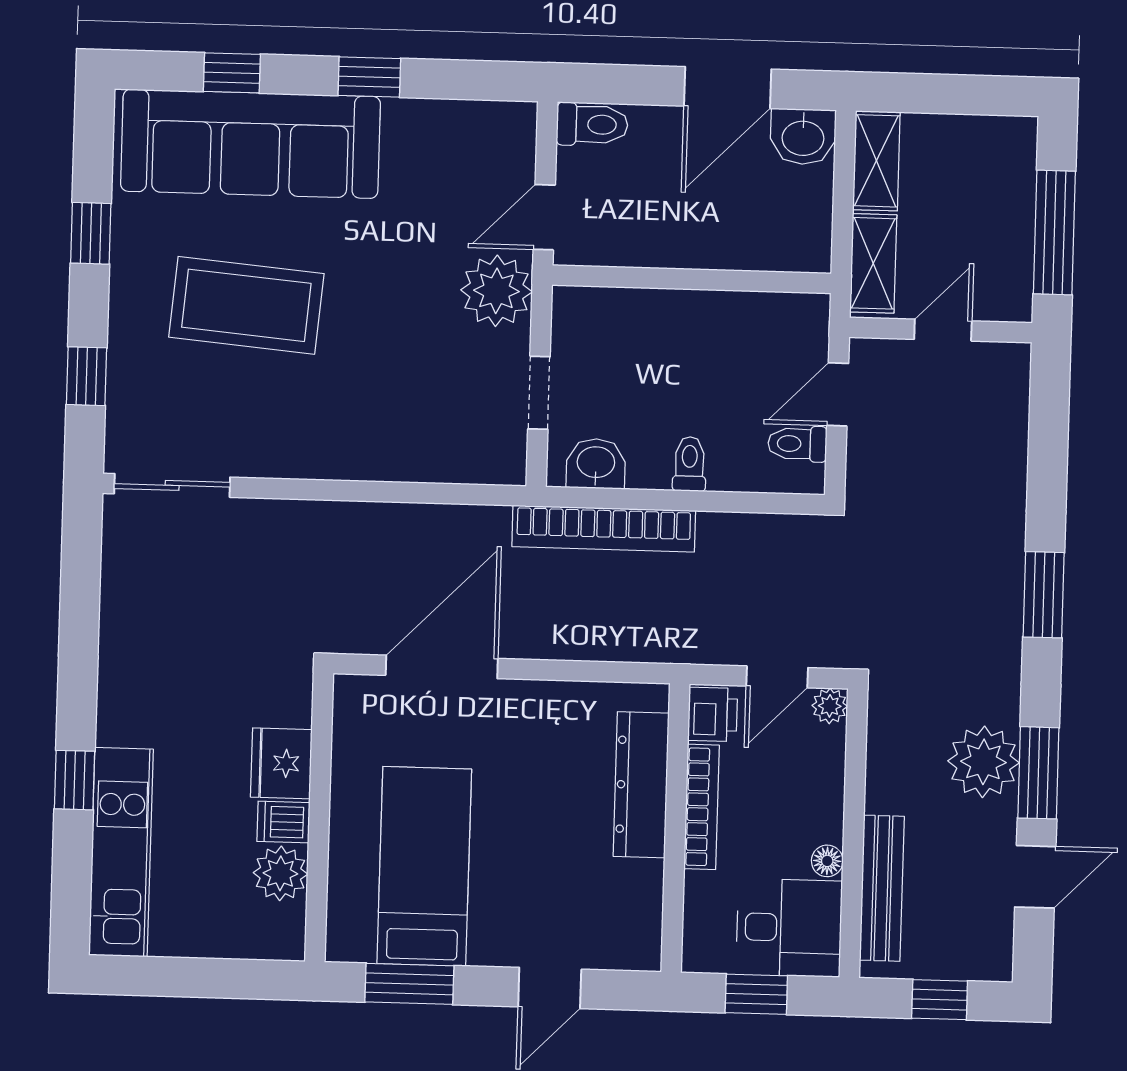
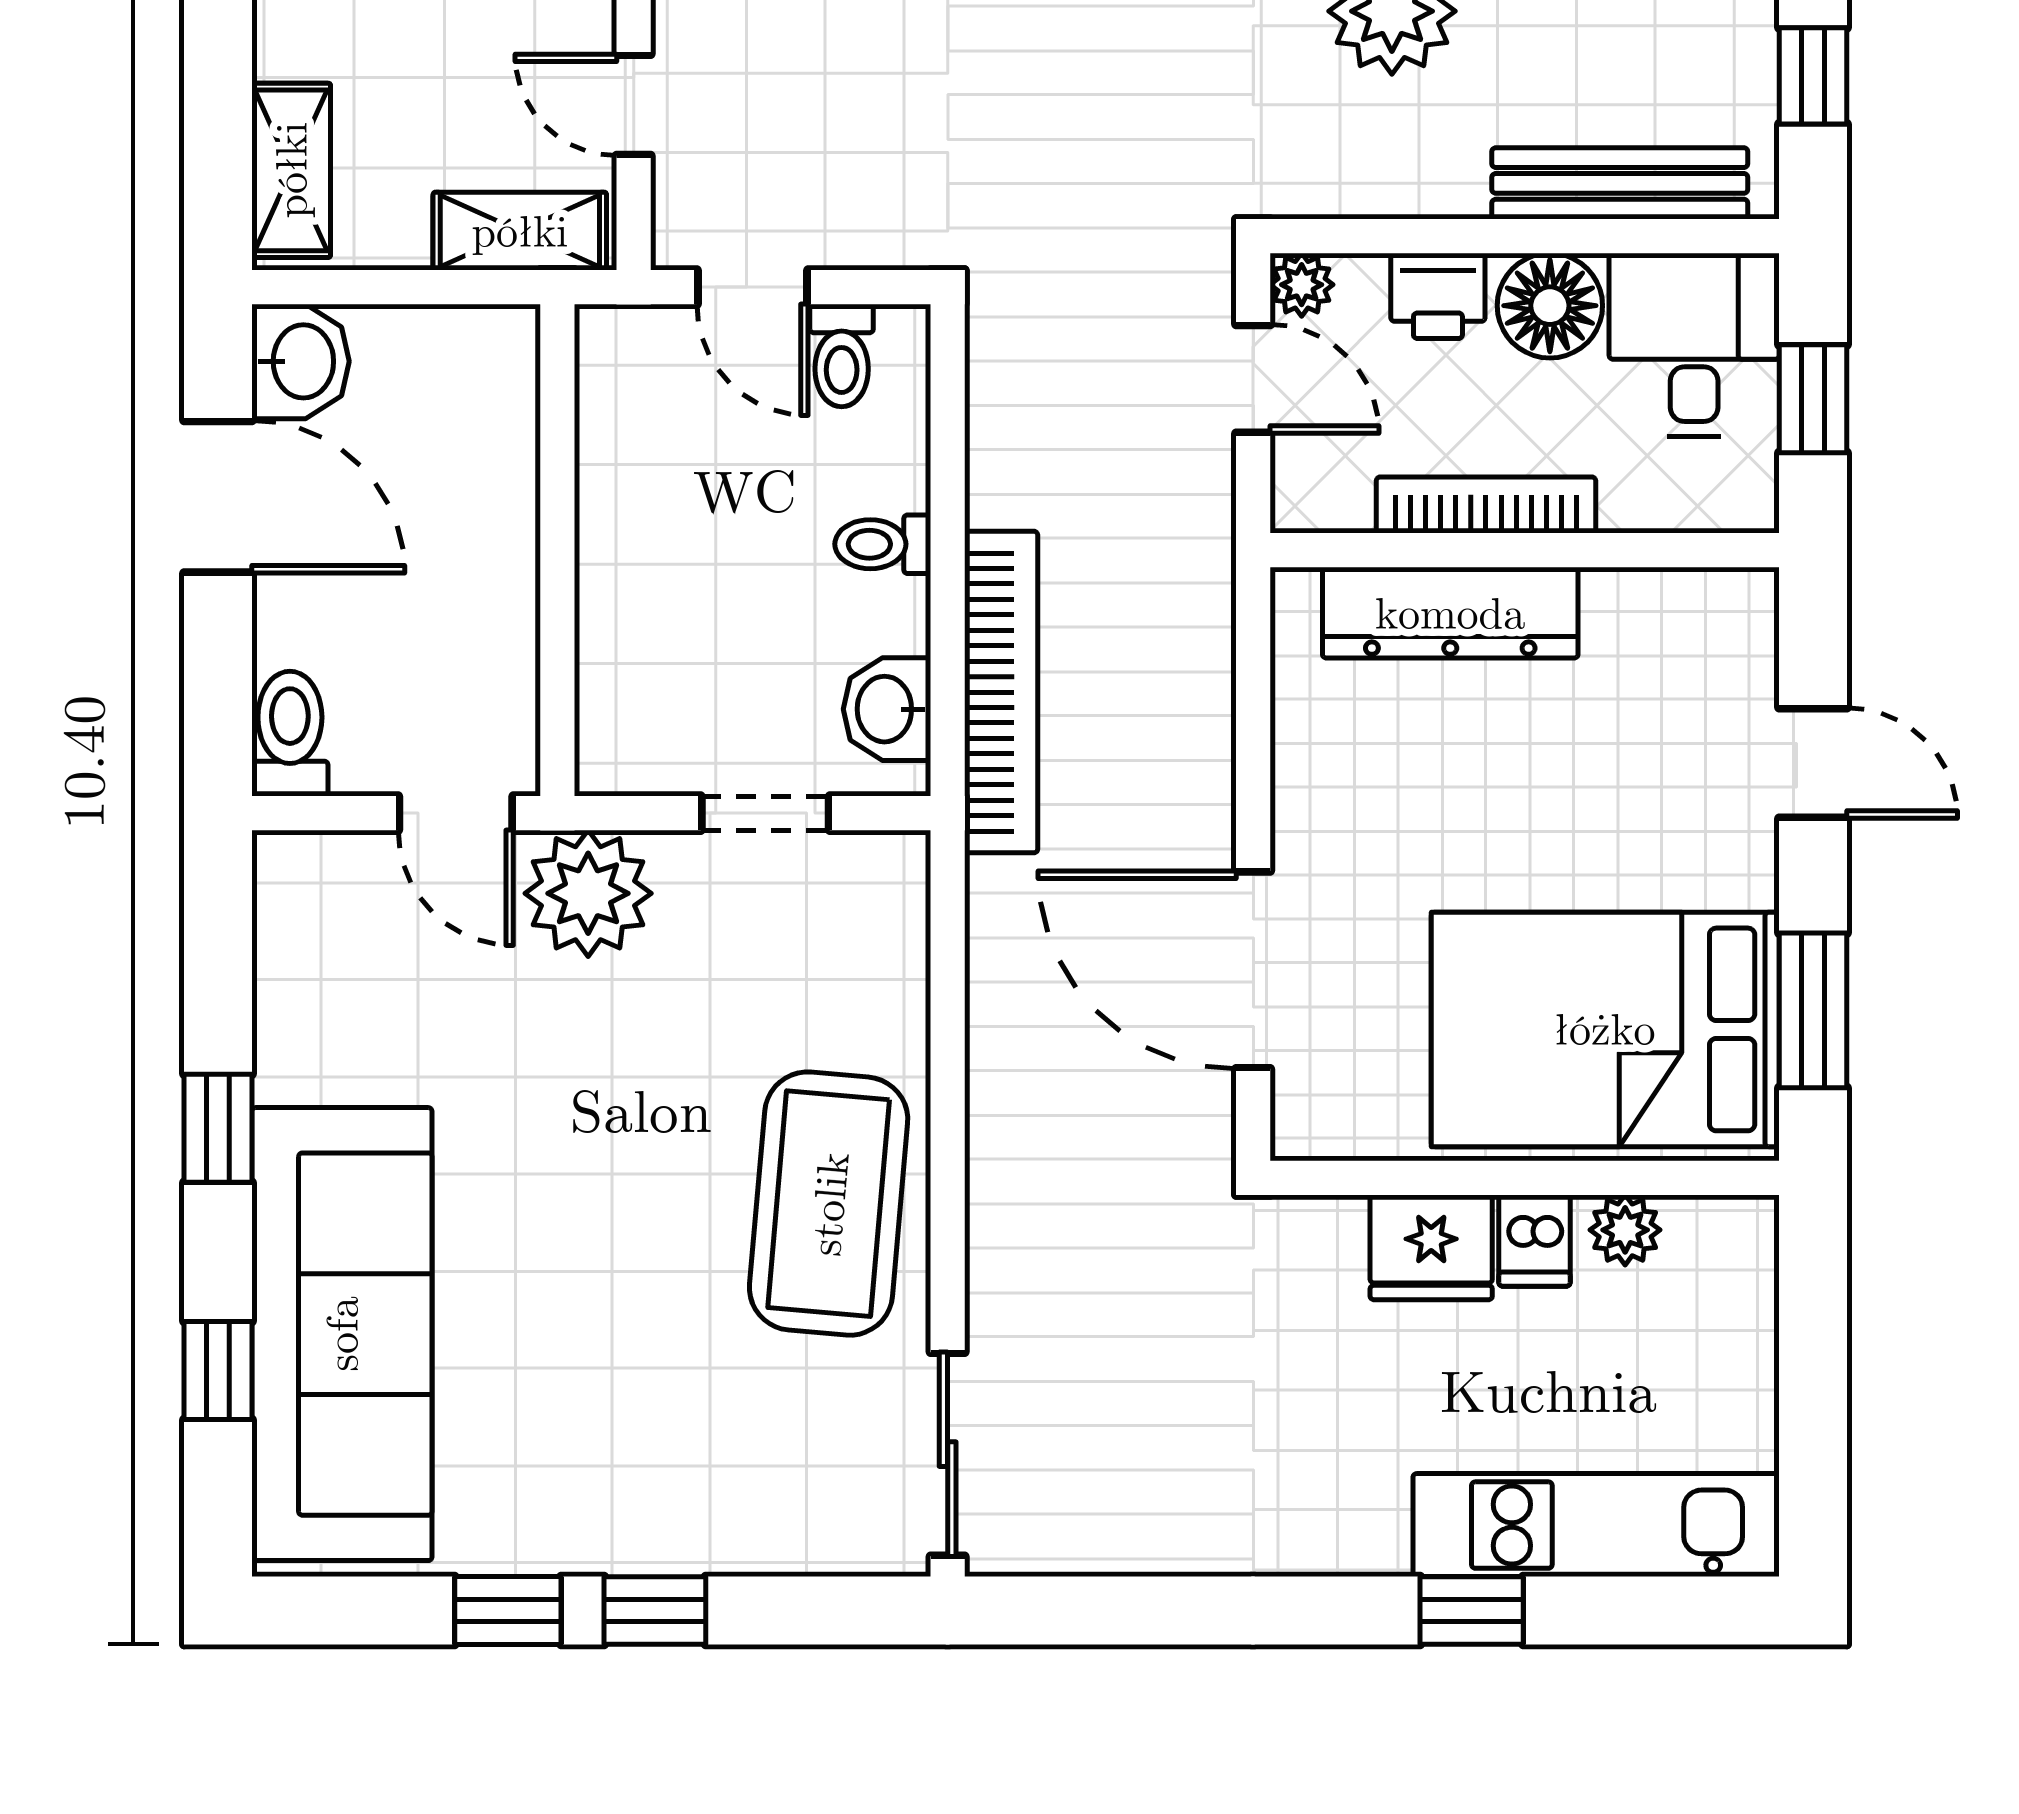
shelving: (876, 161) -> (291, 170), moved, turned 90
coffee table: (246, 305) -> (829, 1204), moved
window: (87, 376) -> (655, 1611), moved
printer: (713, 714) -> (1438, 296), moved, turned 180
floor lamp: (827, 861) -> (1550, 306), width x1.89, depth x1.89
bed: (424, 866) -> (1605, 1029), width x1.50
plant: (280, 873) -> (1625, 1230), width x0.73, depth x0.73

